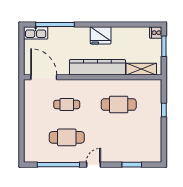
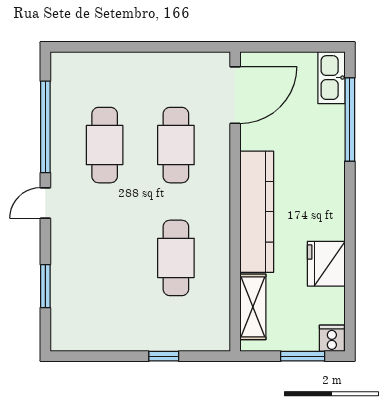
fridge: (101, 35) -> (326, 264), moved
cafe table: (67, 105) -> (176, 145), width x1.37, depth x1.35
door: (93, 165) -> (45, 203), swing flipped

